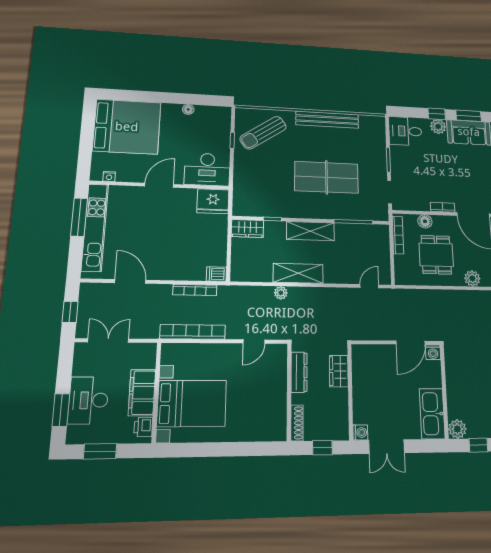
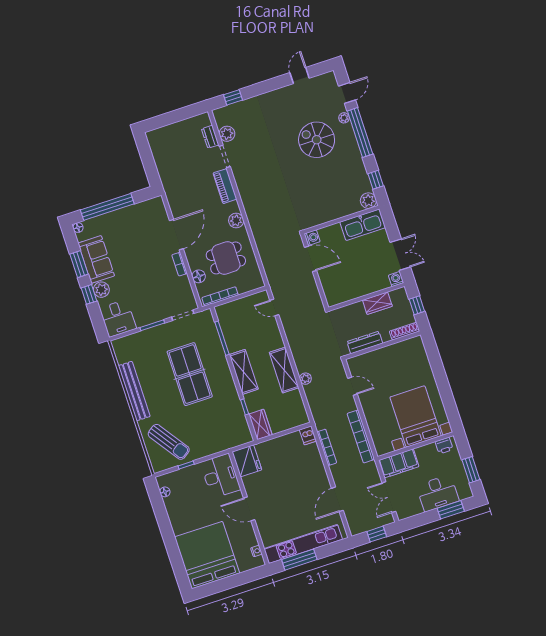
floor lamp: (188, 109) -> (165, 492), moved
wardrobe: (339, 371) -> (377, 303), moved
filing cabinet: (142, 393) -> (399, 463), moved

